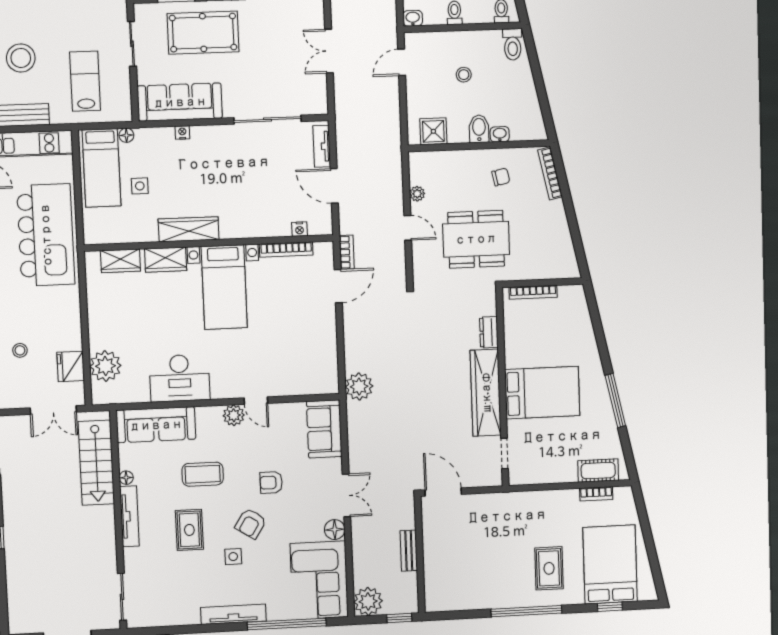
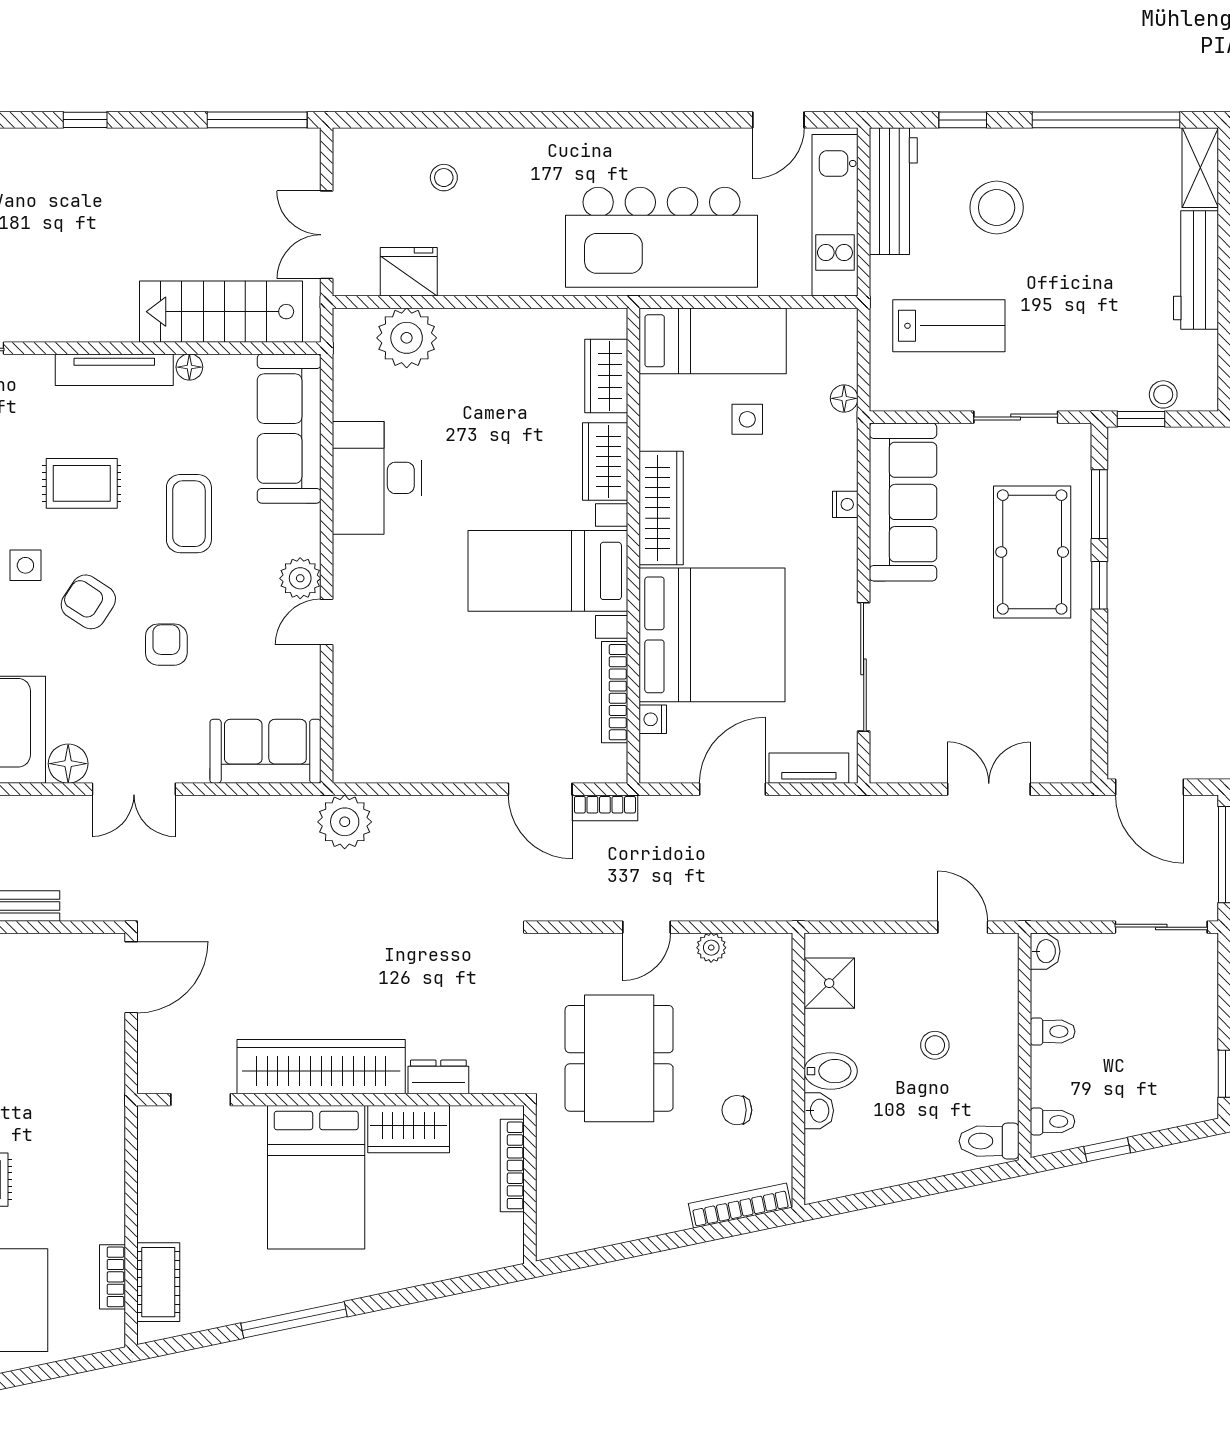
bed: (101, 168) -> (713, 341), moved, turned 180
chair: (501, 177) -> (737, 1110), turned 102
bed: (254, 200) -> (712, 635), added
wardrobe: (516, 346) -> (409, 1129), added

